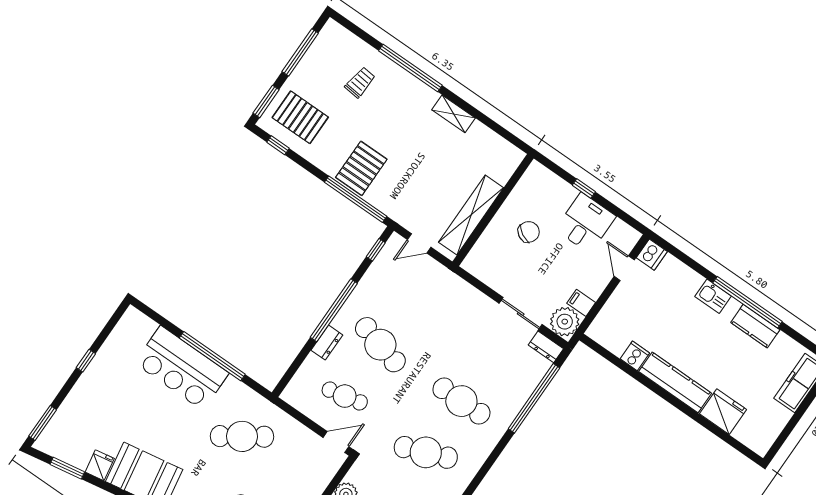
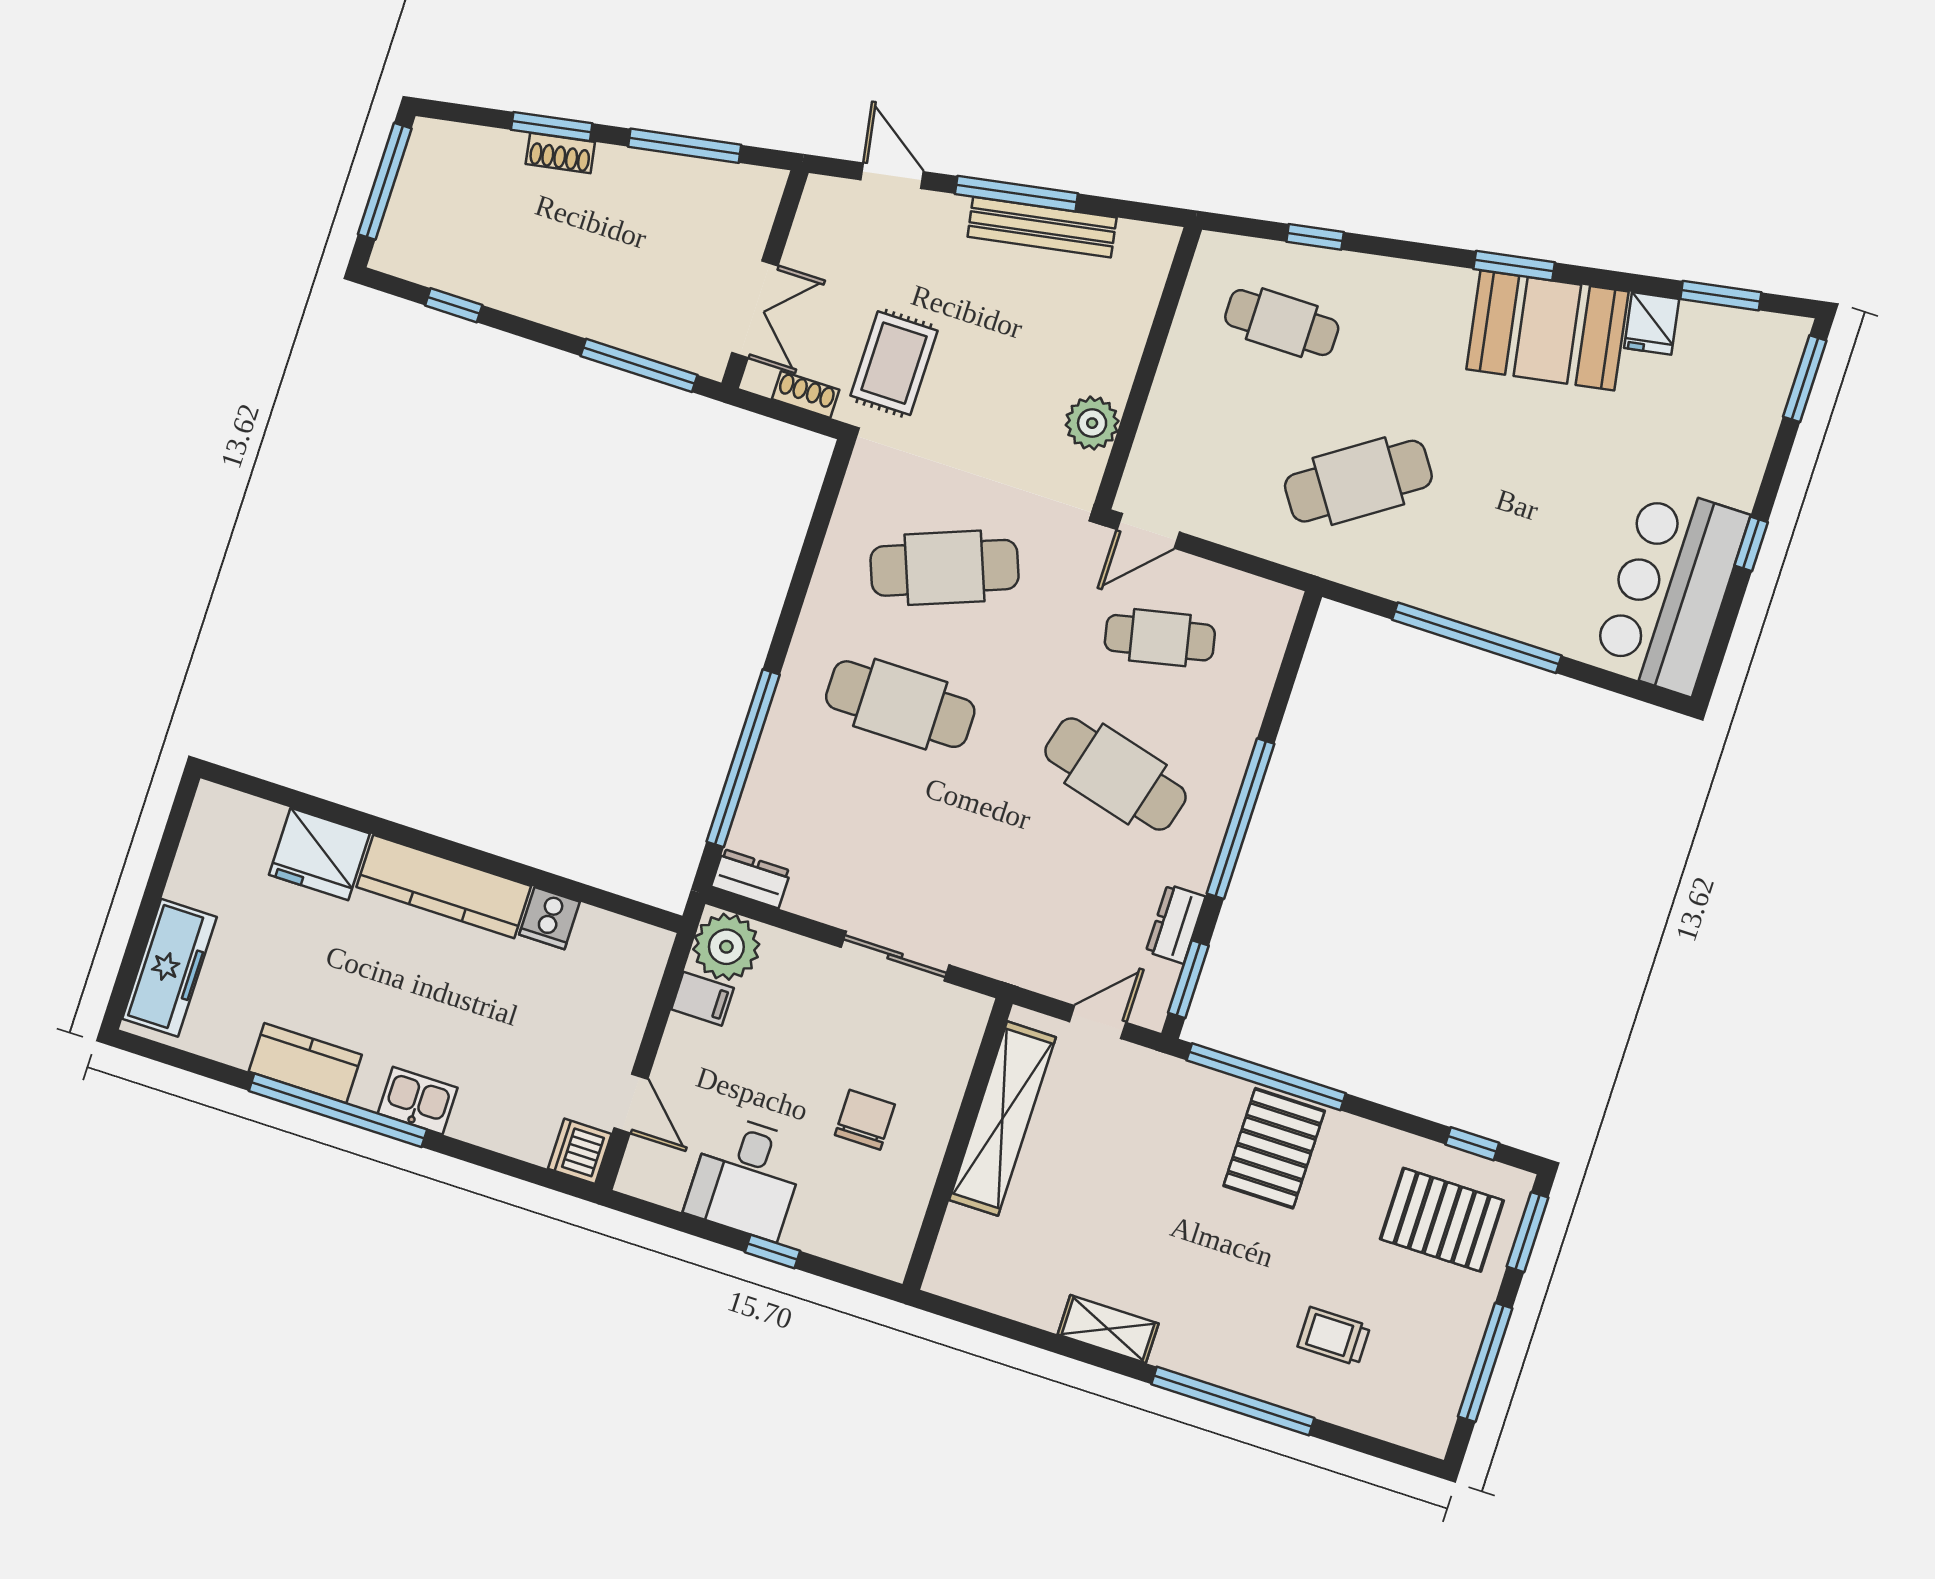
trolley: (360, 82) -> (1334, 1336), turned 84
chair: (529, 232) -> (865, 1120), turned 151
window: (376, 250) -> (1188, 979), width x1.50
sliding door: (521, 314) -> (895, 956), moved
dresser: (327, 343) -> (1176, 924), moved
bar counter: (182, 368) -> (1670, 590), moved, turned -90

